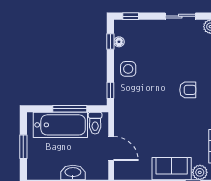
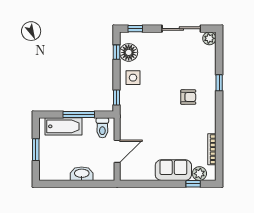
sliding door: (180, 16) -> (181, 29), width x1.37
floor lamp: (119, 42) -> (129, 52), width x1.89, depth x1.89
bathtub: (60, 125) -> (63, 126), width x0.73, depth x0.73
door: (111, 149) -> (117, 151), hinge flipped

